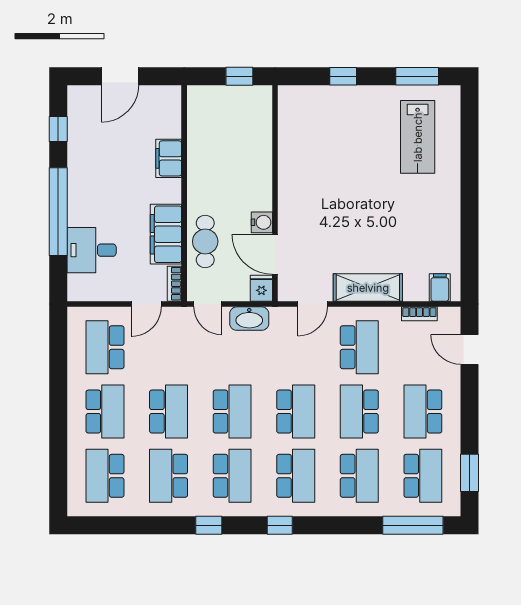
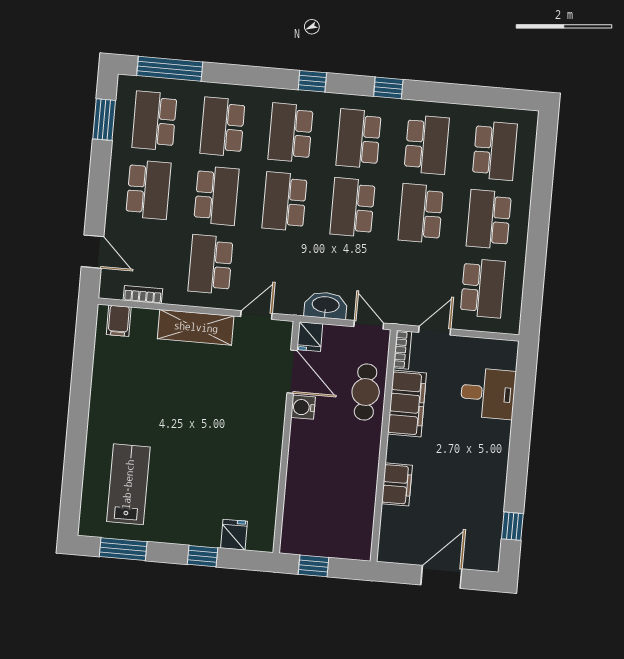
fridge: (316, 99) -> (234, 535), added
window: (58, 212) -> (520, 438), removed

